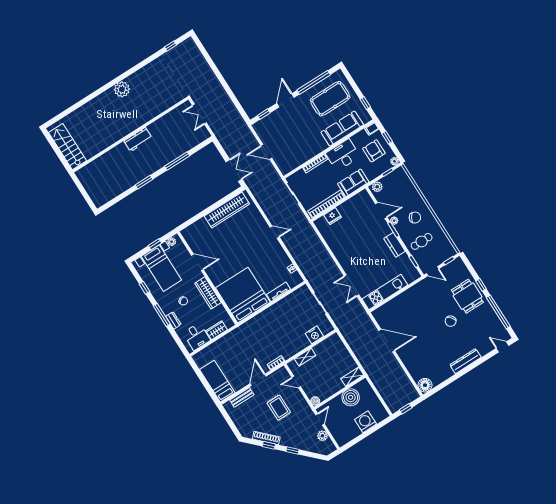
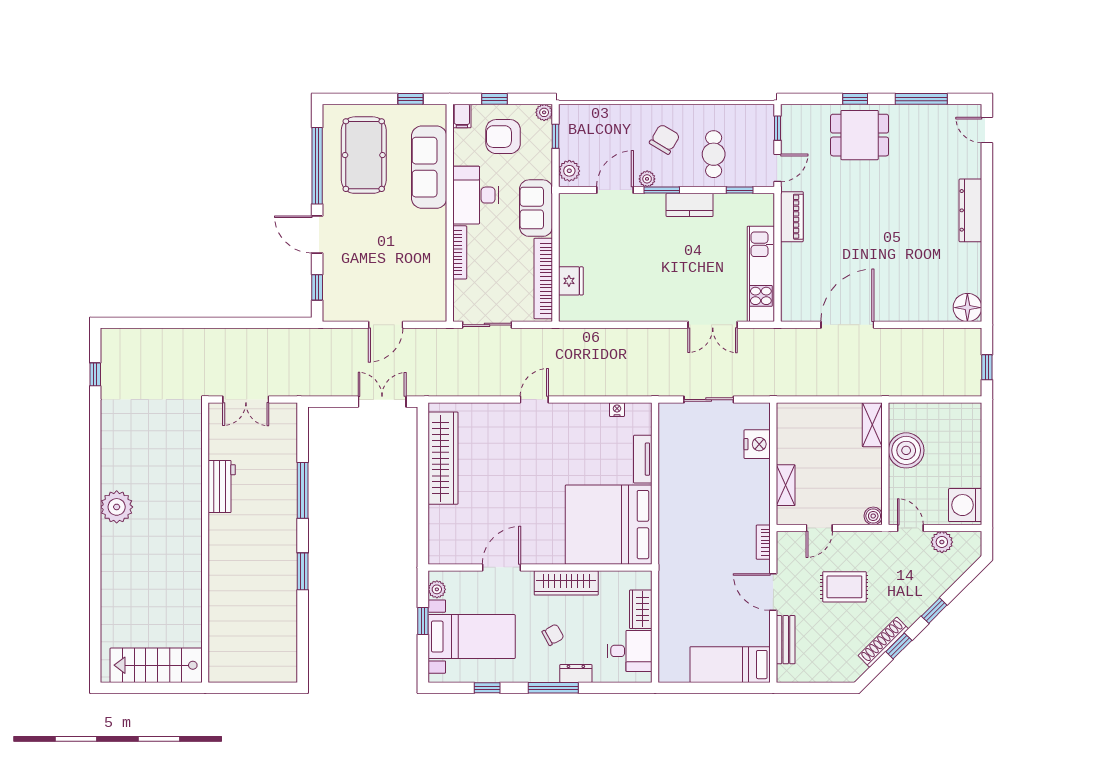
workbench: (138, 139) -> (222, 486), moved
piano: (416, 290) -> (792, 217), added
window: (498, 312) -> (921, 99), width x0.68
chair: (451, 321) -> (885, 192), removed
door: (503, 347) -> (987, 130), hinge flipped
washing machine: (365, 422) -> (965, 505), moved

